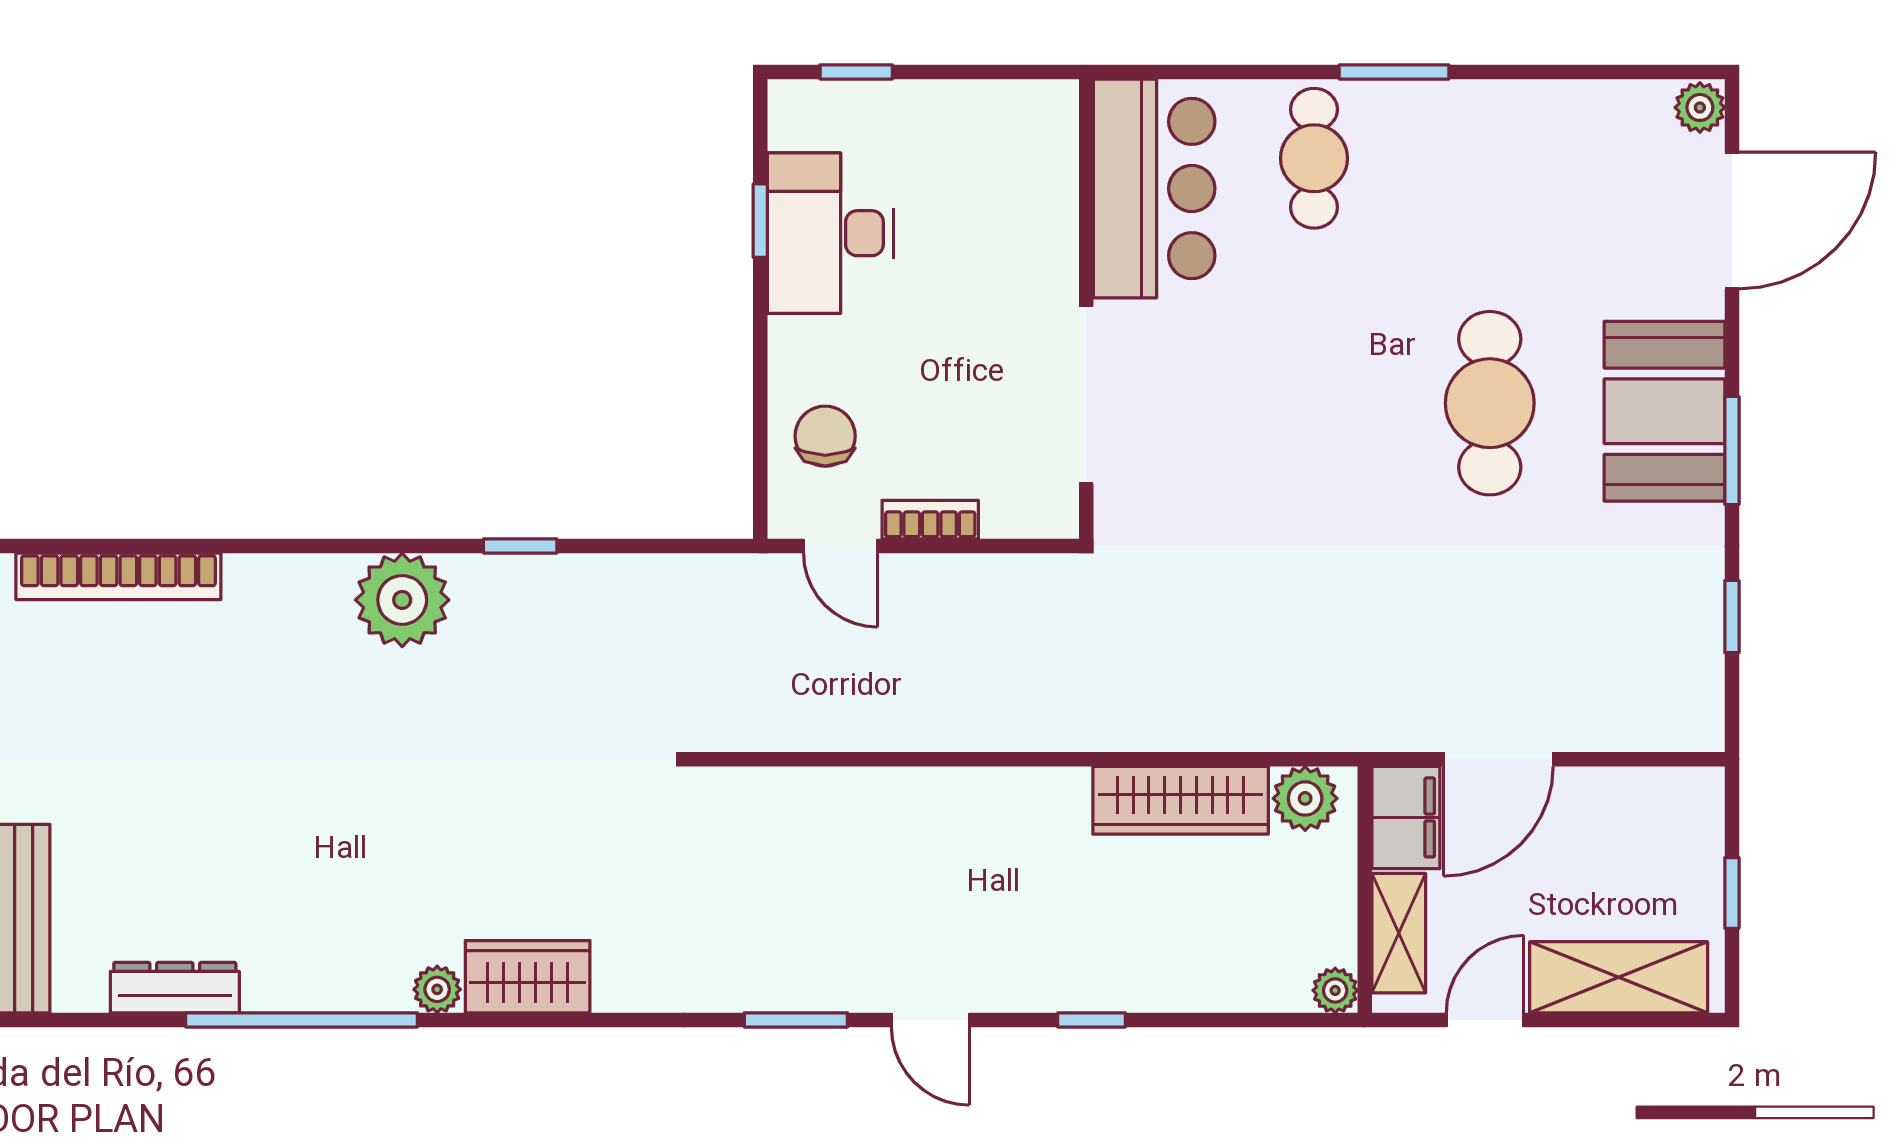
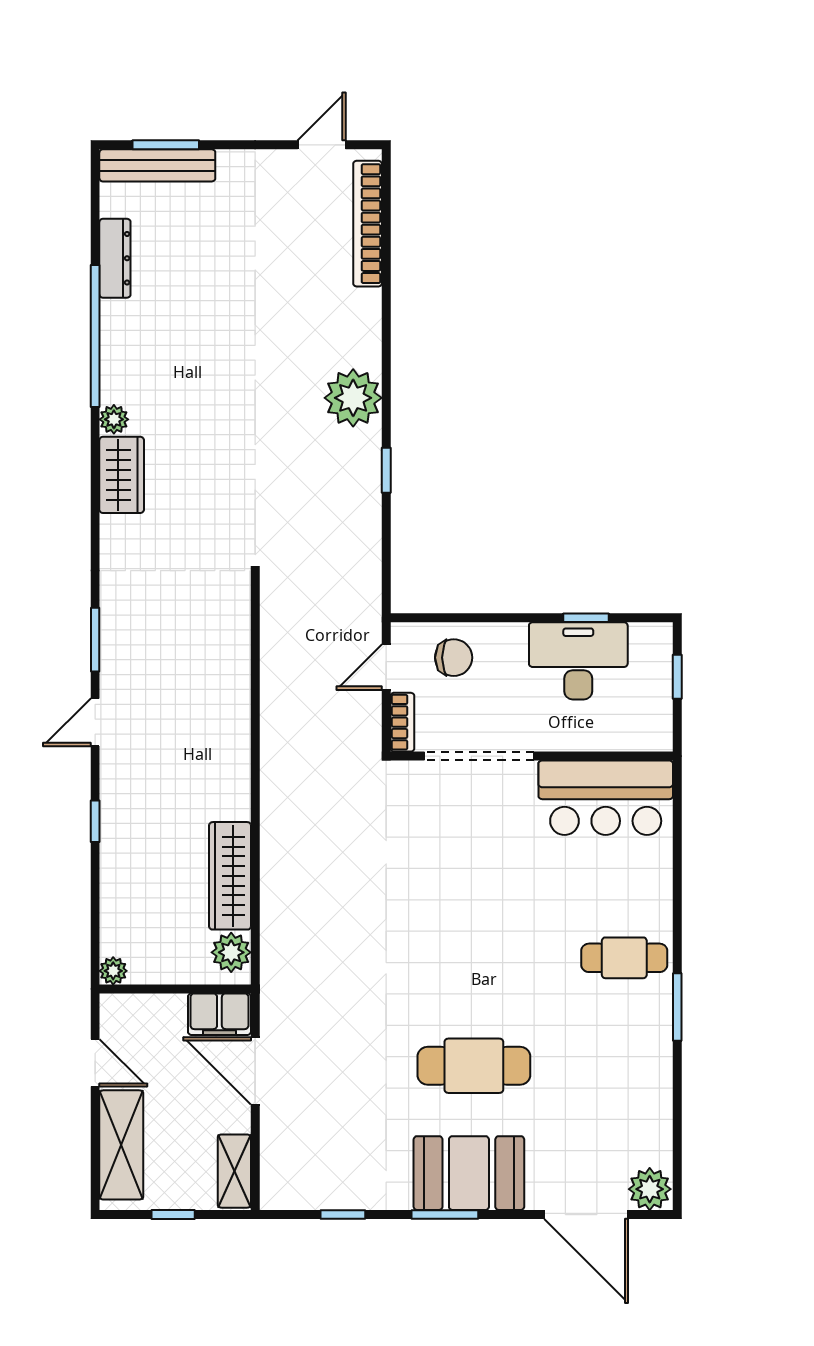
plant: (1700, 107) -> (650, 1189), width x1.38, depth x1.38
bar counter: (1154, 189) -> (606, 798), moved
wall: (1086, 309) -> (532, 756), moved
doorway: (1086, 395) -> (479, 756), moved
shelving: (1399, 933) -> (234, 1171), moved, turned 90

